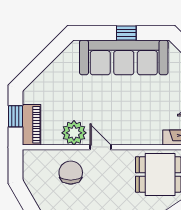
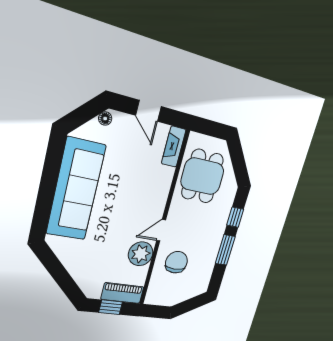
window: (126, 33) -> (49, 182), removed
chair: (71, 173) -> (176, 262), turned 90

